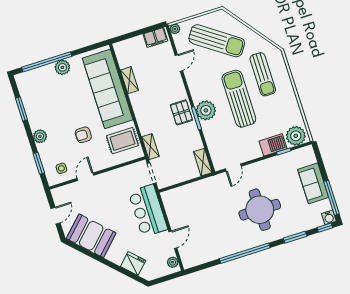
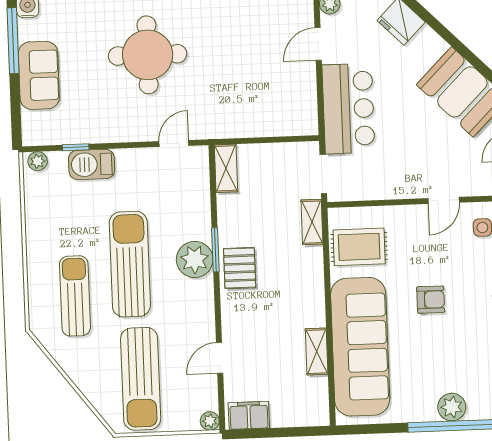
sun lounger: (217, 41) -> (141, 379), turned -125
plant: (62, 67) -> (452, 407), moved
sun lounger: (239, 99) -> (130, 264), turned 180
armchair: (83, 135) -> (431, 300), moved
plant: (296, 136) -> (38, 161), width x0.53, depth x0.53

